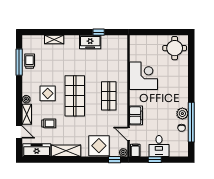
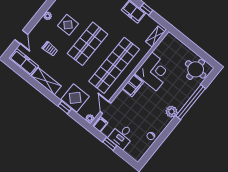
shop shelf: (109, 96) -> (114, 65), width x2.00, depth x1.36
shelving: (27, 114) -> (155, 37), moved
plant: (182, 114) -> (171, 112), moved
filing cabinet: (136, 115) -> (133, 86), moved
window: (191, 122) -> (191, 102), moved
window: (115, 160) -> (64, 107), moved

